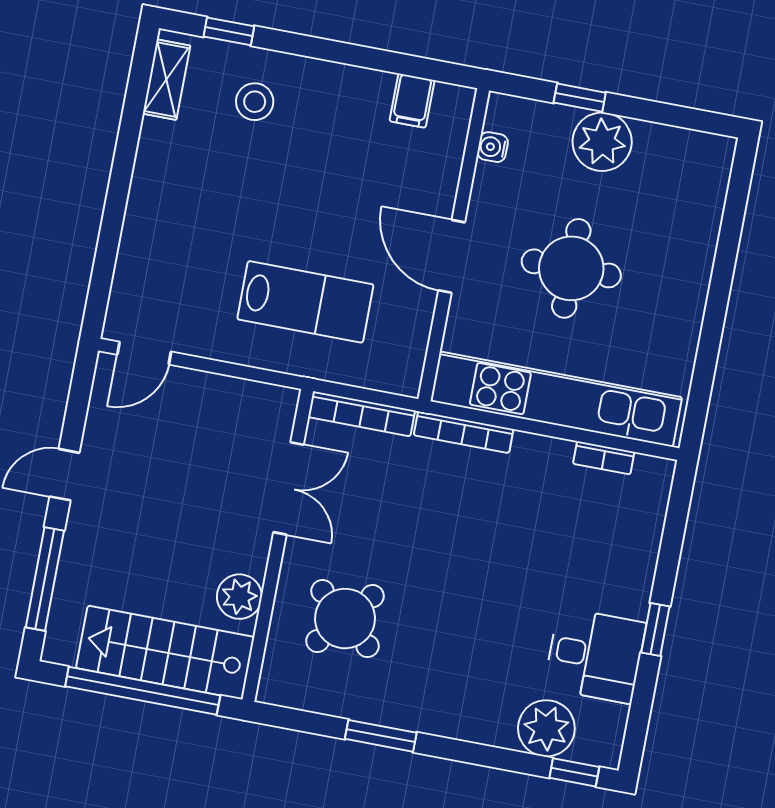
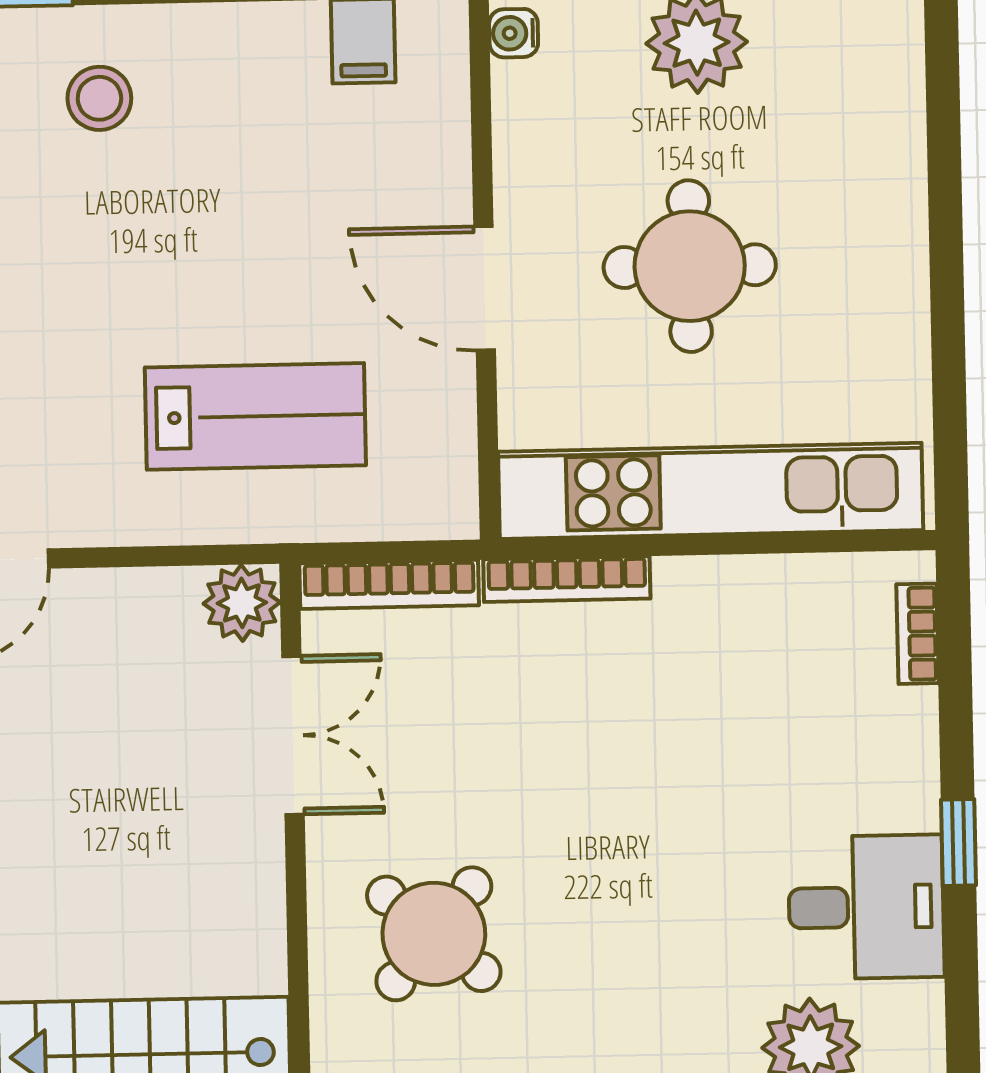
water cooler: (493, 147) -> (514, 33), moved
bookcase: (604, 458) -> (917, 634), moved, turned 90
plant: (239, 597) -> (242, 603), moved

